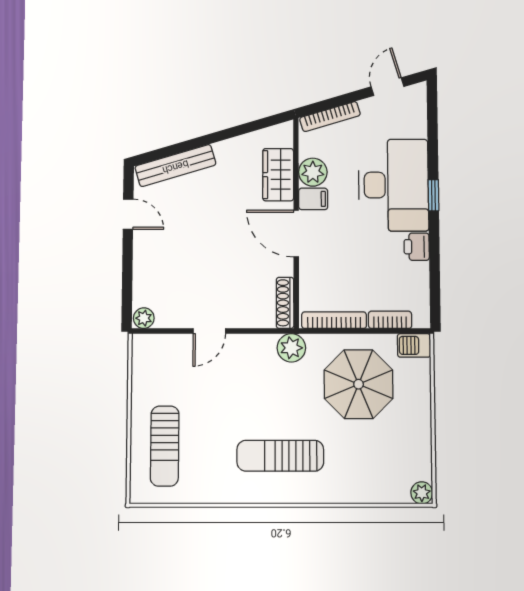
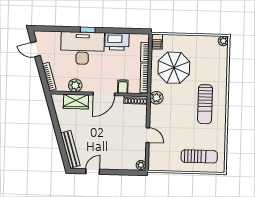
filing cabinet: (313, 199) -> (123, 87), moved
printer: (417, 247) -> (117, 42), width x1.87, depth x1.48

